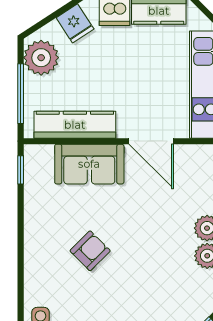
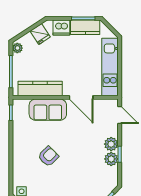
plant: (41, 58) -> (17, 48), width x0.53, depth x0.53

